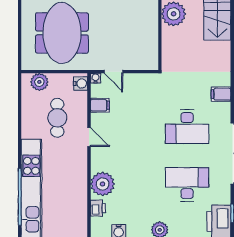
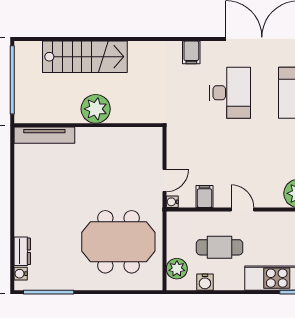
water cooler: (81, 83) -> (205, 282), moved, turned 180
door: (89, 137) -> (242, 210), hinge flipped

